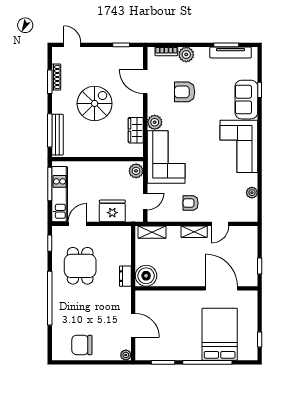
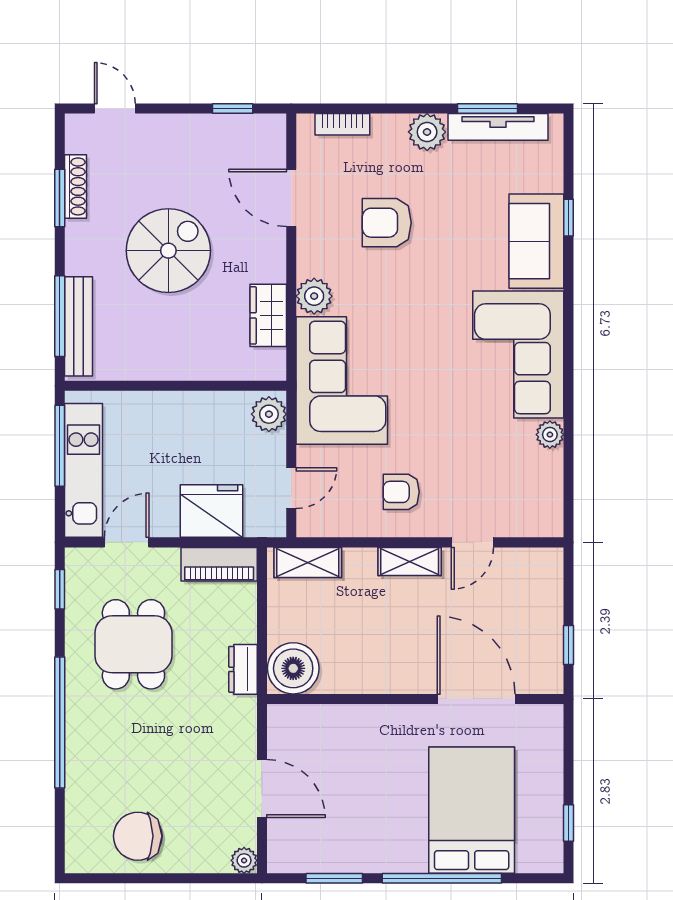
plant: (186, 55) -> (427, 132), moved
plant: (252, 193) -> (550, 435), moved
piano: (115, 233) -> (219, 564), added

